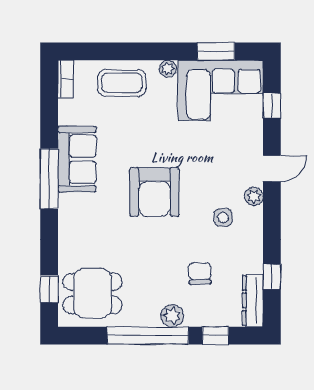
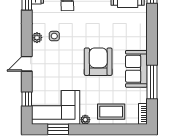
window: (49, 179) -> (152, 82), moved
armchair: (154, 192) -> (98, 62), moved
plant: (254, 196) -> (37, 38), moved

